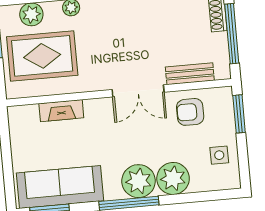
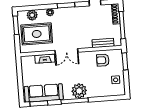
double door: (138, 91) -> (66, 51), moved
plant: (173, 178) -> (95, 90), removed

